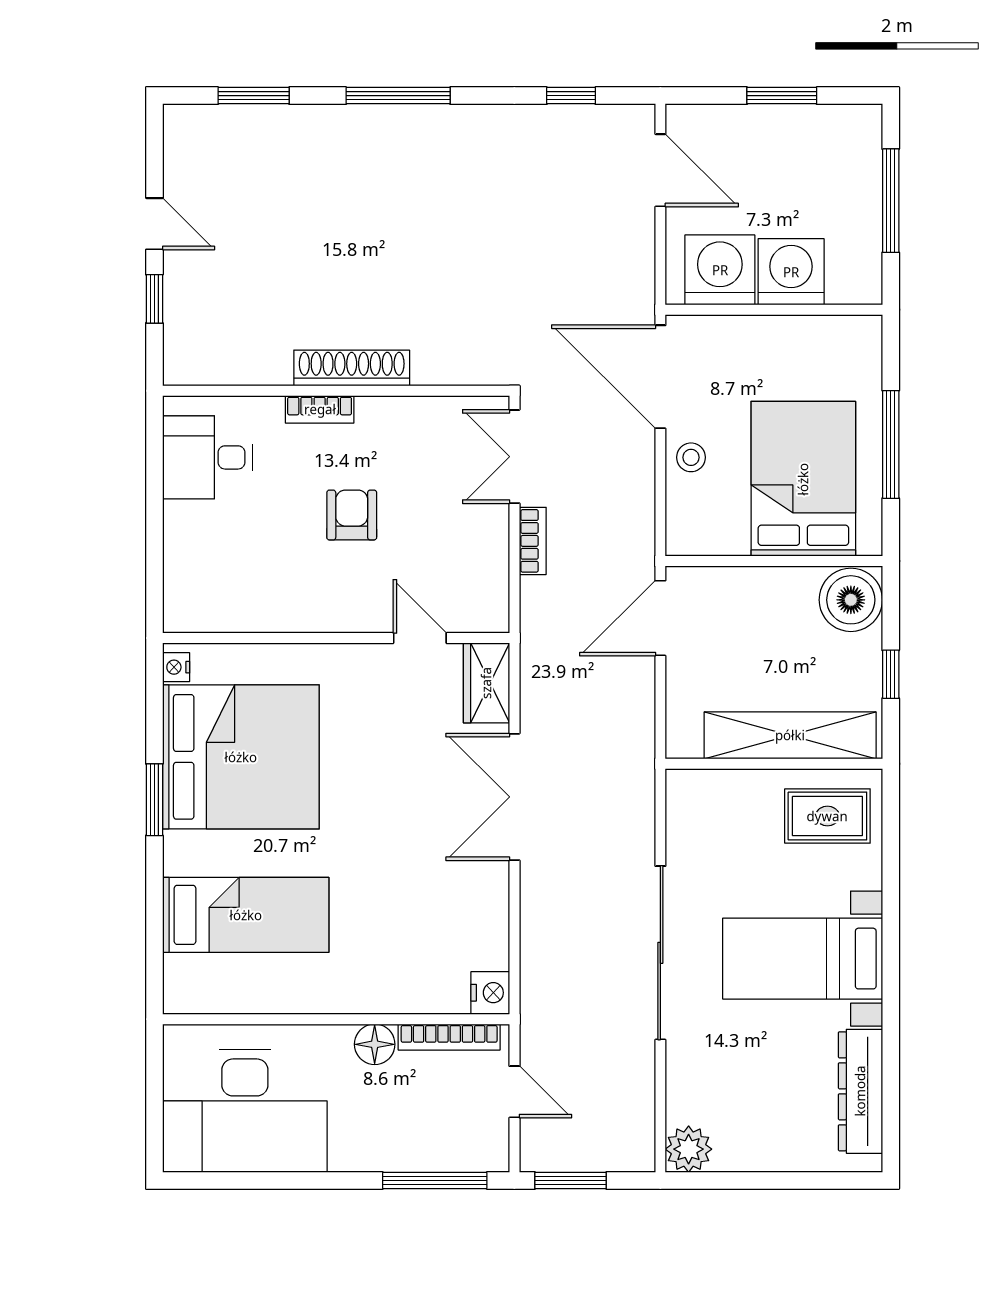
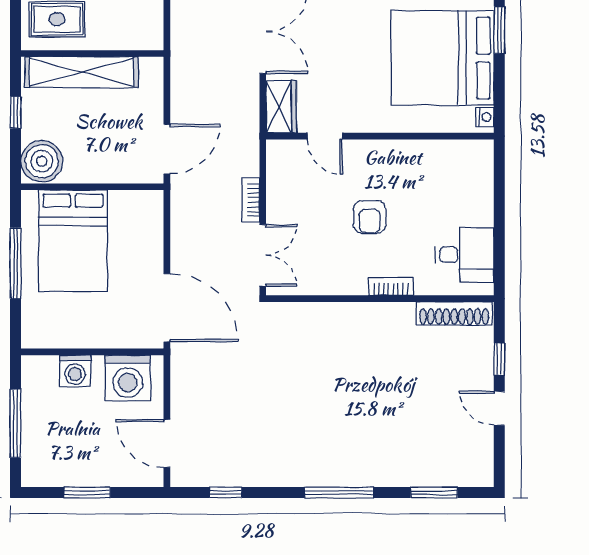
washing machine: (791, 272) -> (75, 371), width x0.73, depth x0.73
shoe rack: (352, 368) -> (454, 314), moved
stool: (691, 457) -> (147, 255), removed

